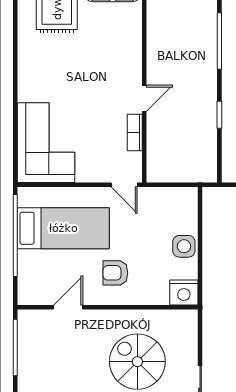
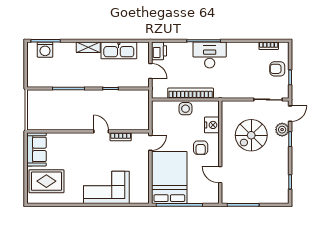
corner sofa: (46, 143) -> (106, 187), moved
bed: (63, 228) -> (169, 177), width x1.50
bookcase: (211, 255) -> (191, 93), added
nightstand: (184, 292) -> (212, 125), moved

